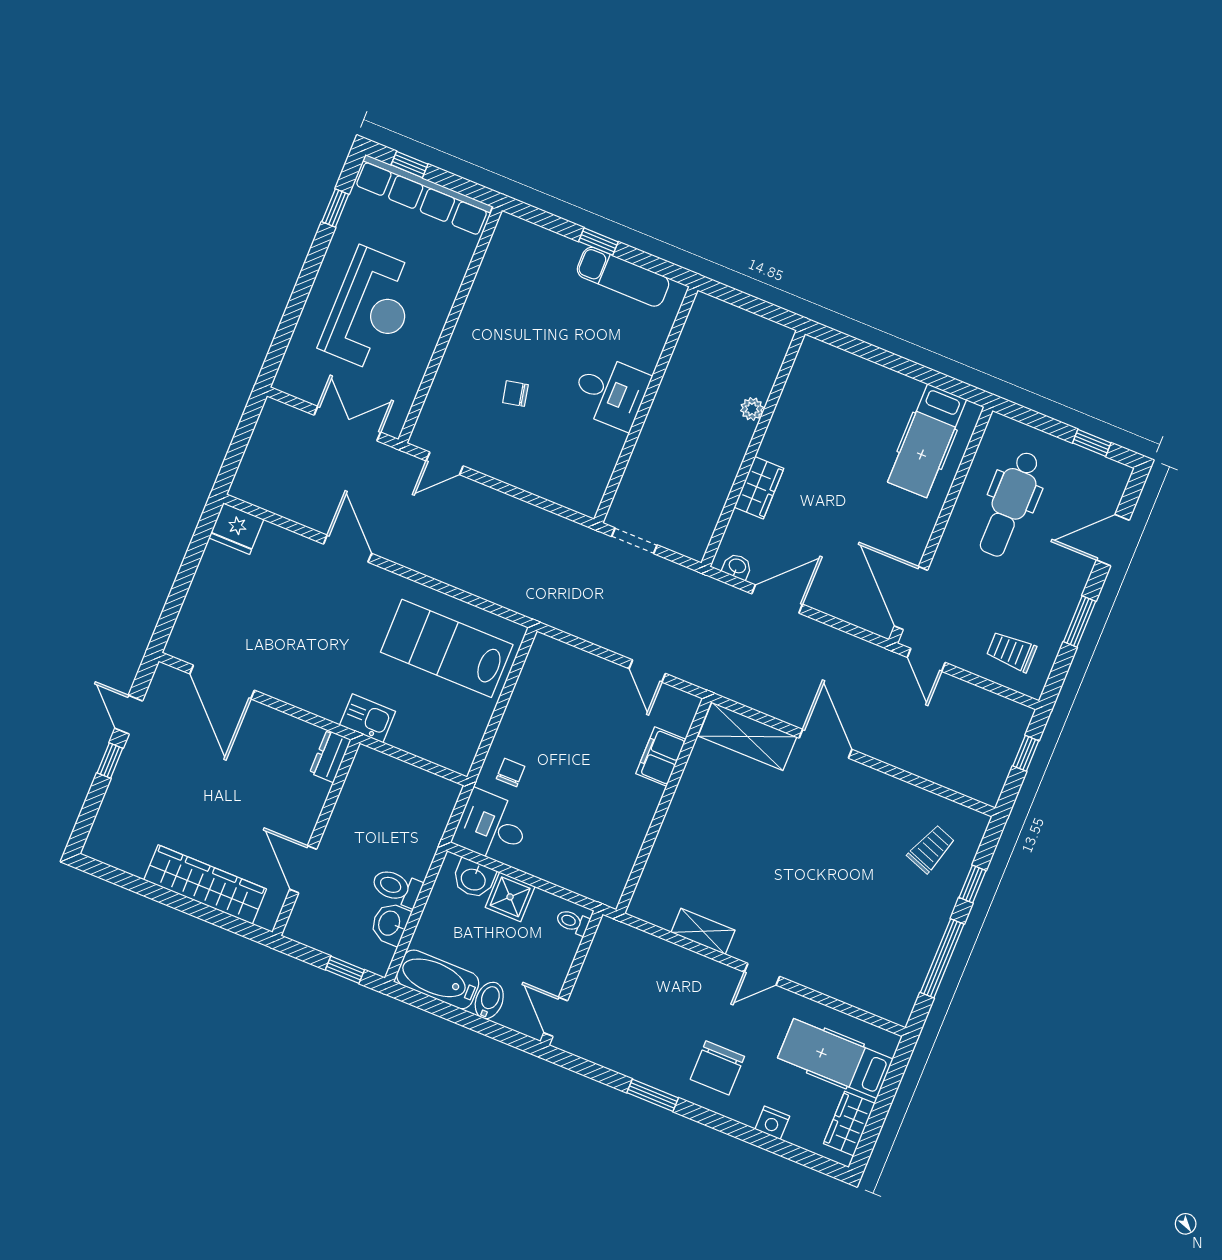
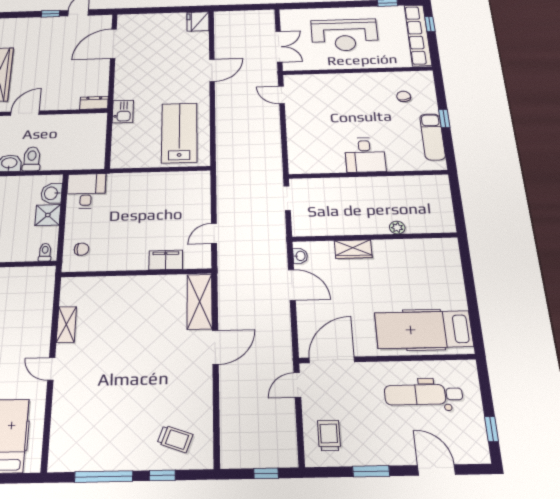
chair: (515, 394) -> (404, 96), moved
hospital bed: (927, 441) -> (424, 330), width x1.37, depth x1.29
chair: (511, 772) -> (81, 249), moved

